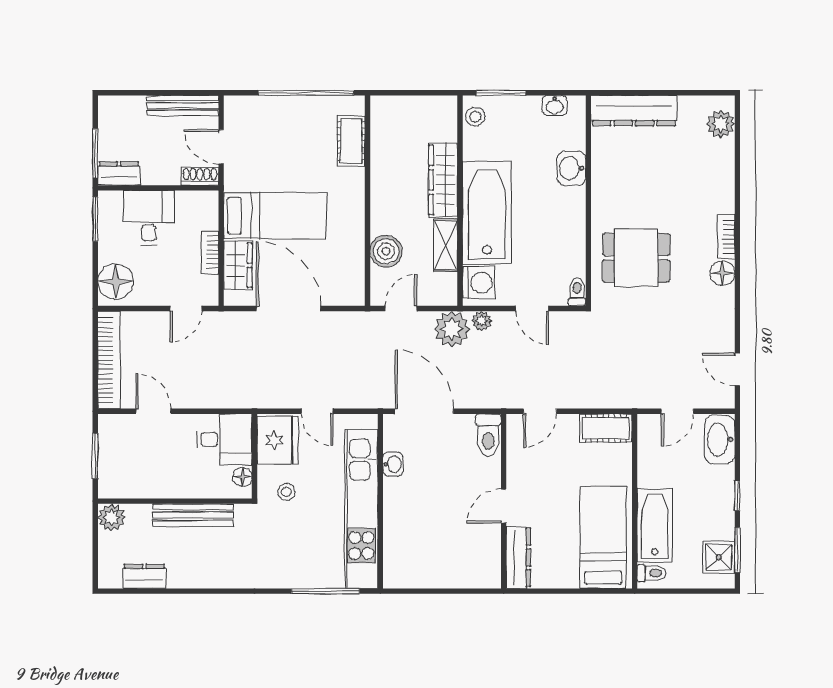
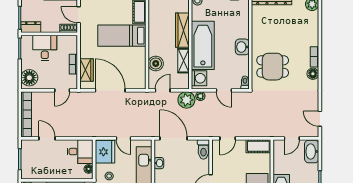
washbasin: (571, 168) -> (242, 47), moved
bed: (275, 216) -> (122, 36), moved, turned 180

